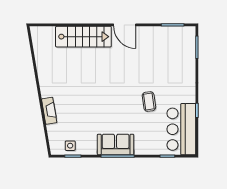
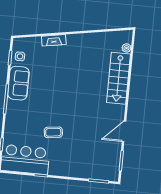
door: (125, 25) -> (124, 131), moved
plant: (50, 31) -> (126, 48), added
sofa: (116, 144) -> (18, 83), moved

